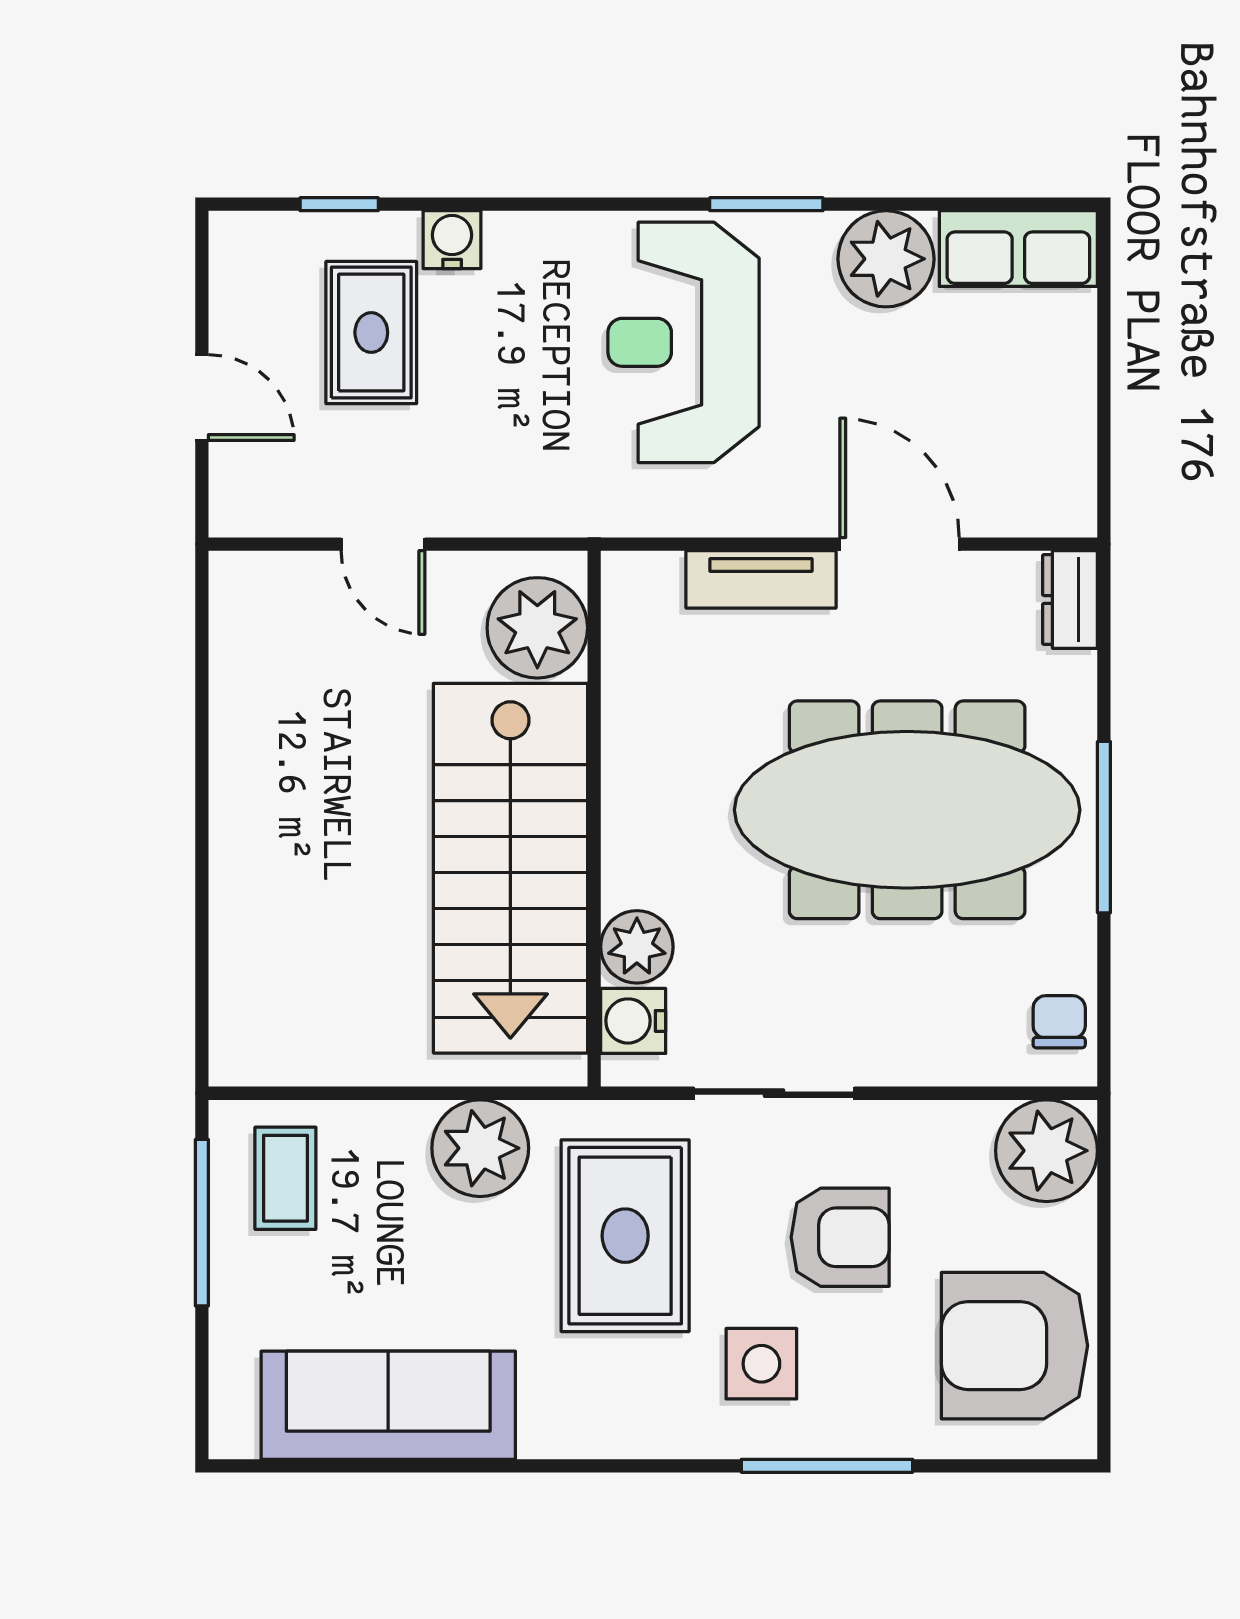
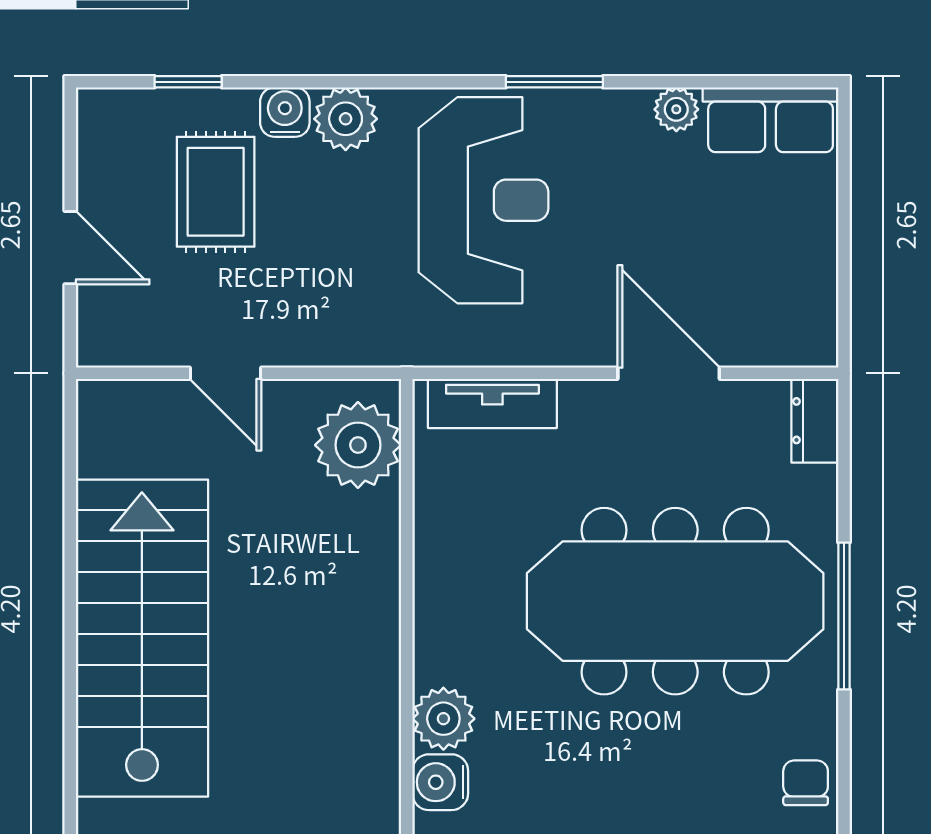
plant: (523, 247) -> (346, 119), added
plant: (886, 259) -> (676, 109), width x0.53, depth x0.53
reception desk: (684, 342) -> (483, 200), turned 180
tv unit: (761, 579) -> (492, 403), moved
stairs: (510, 868) -> (142, 638), moved, turned 180

